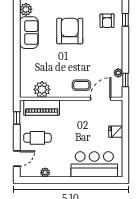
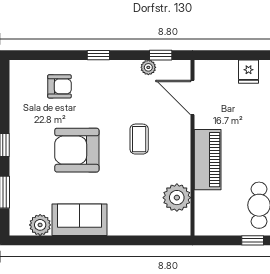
window: (125, 20) -> (98, 55), moved
coffee table: (81, 85) -> (139, 139), moved
piano: (42, 108) -> (208, 160), moved
window: (17, 118) -> (253, 240), moved

